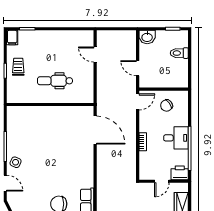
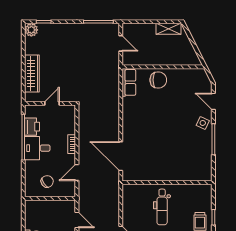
dental chair: (55, 81) -> (162, 207), turned 90
door: (138, 102) -> (77, 173), moved
printer: (180, 173) -> (32, 127), moved, turned -90

